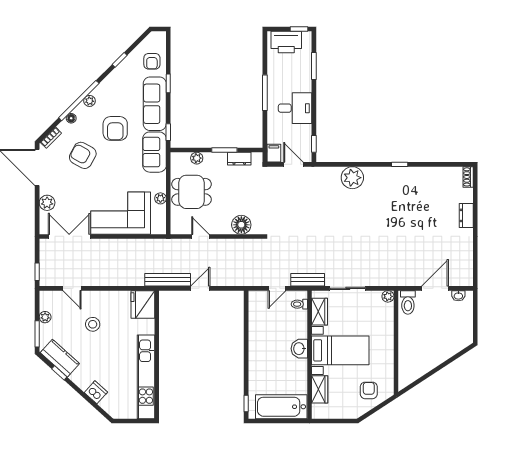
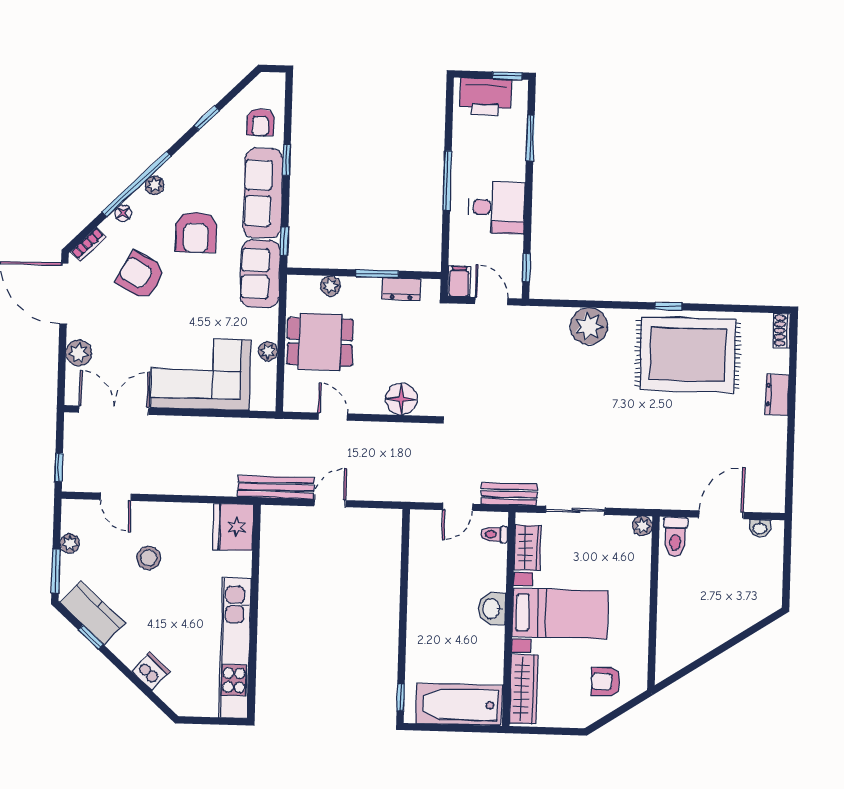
rug: (412, 193) -> (688, 355), added
wardrobe: (320, 389) -> (524, 689), width x1.50
armchair: (369, 390) -> (606, 682), turned -90

